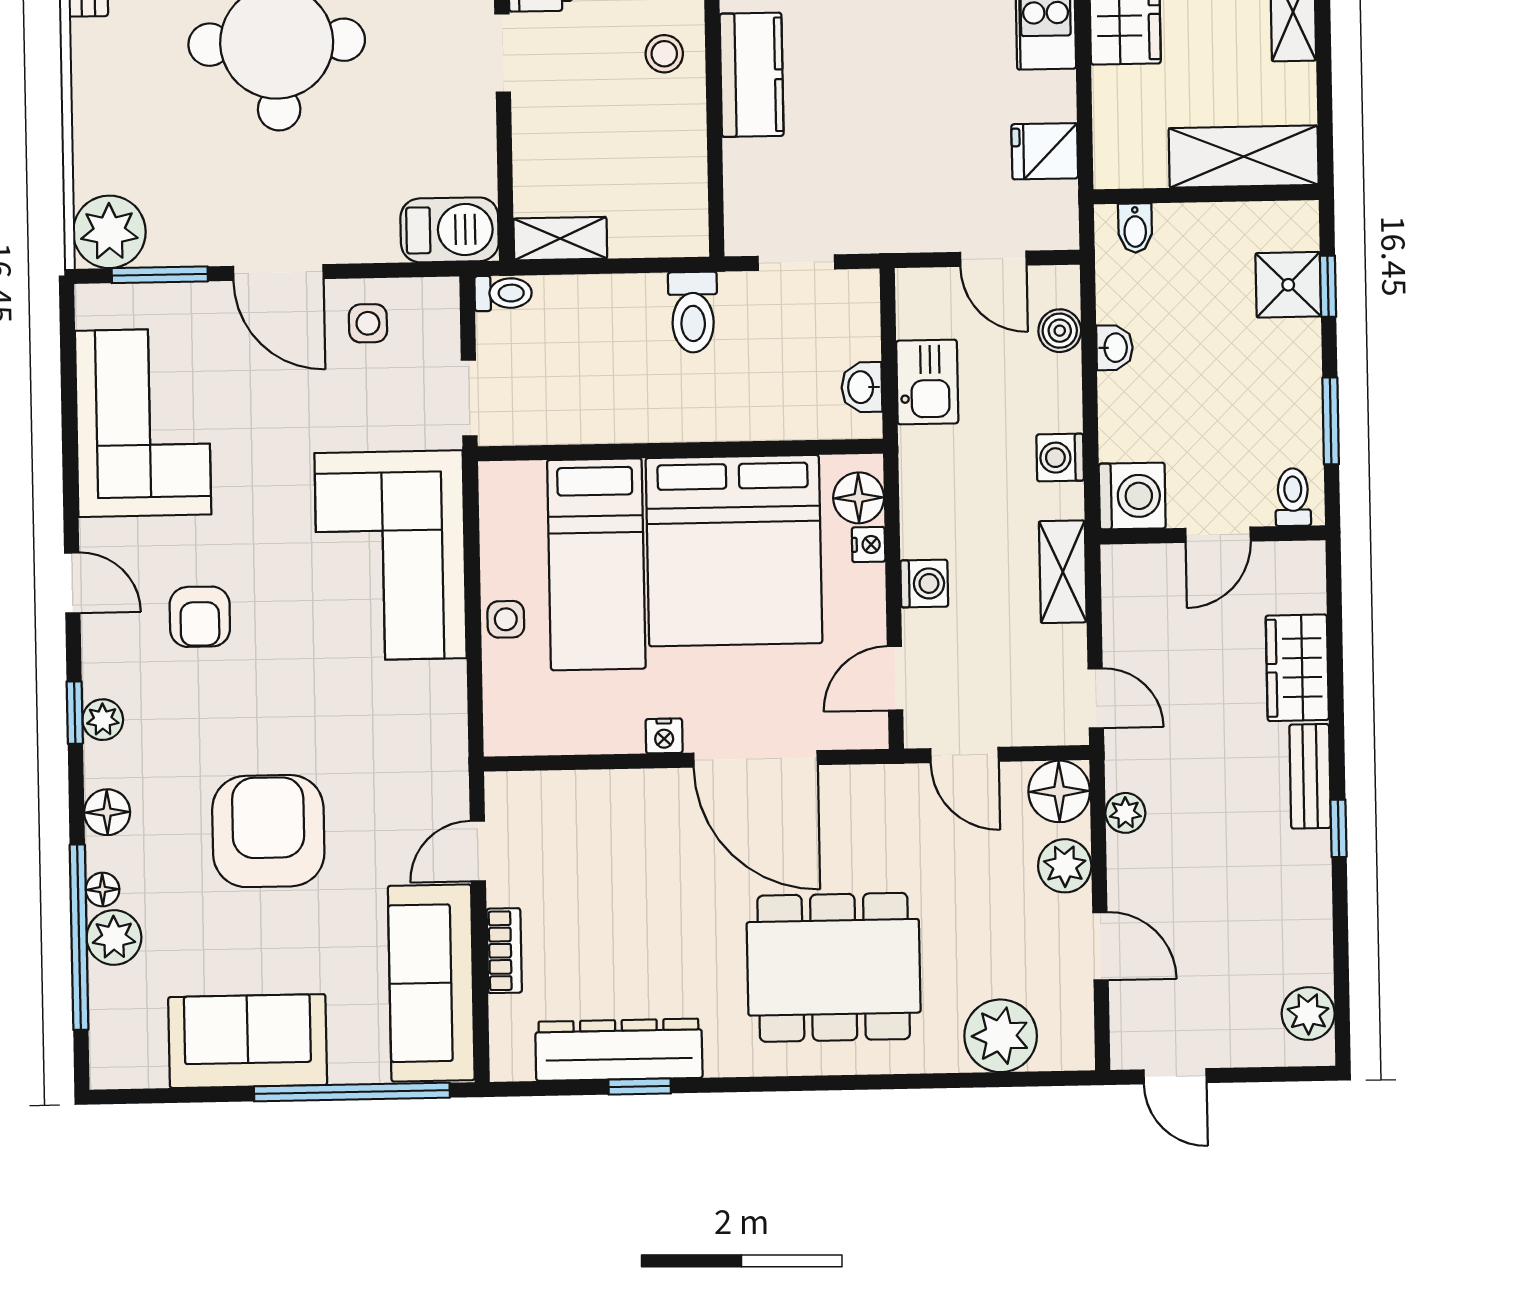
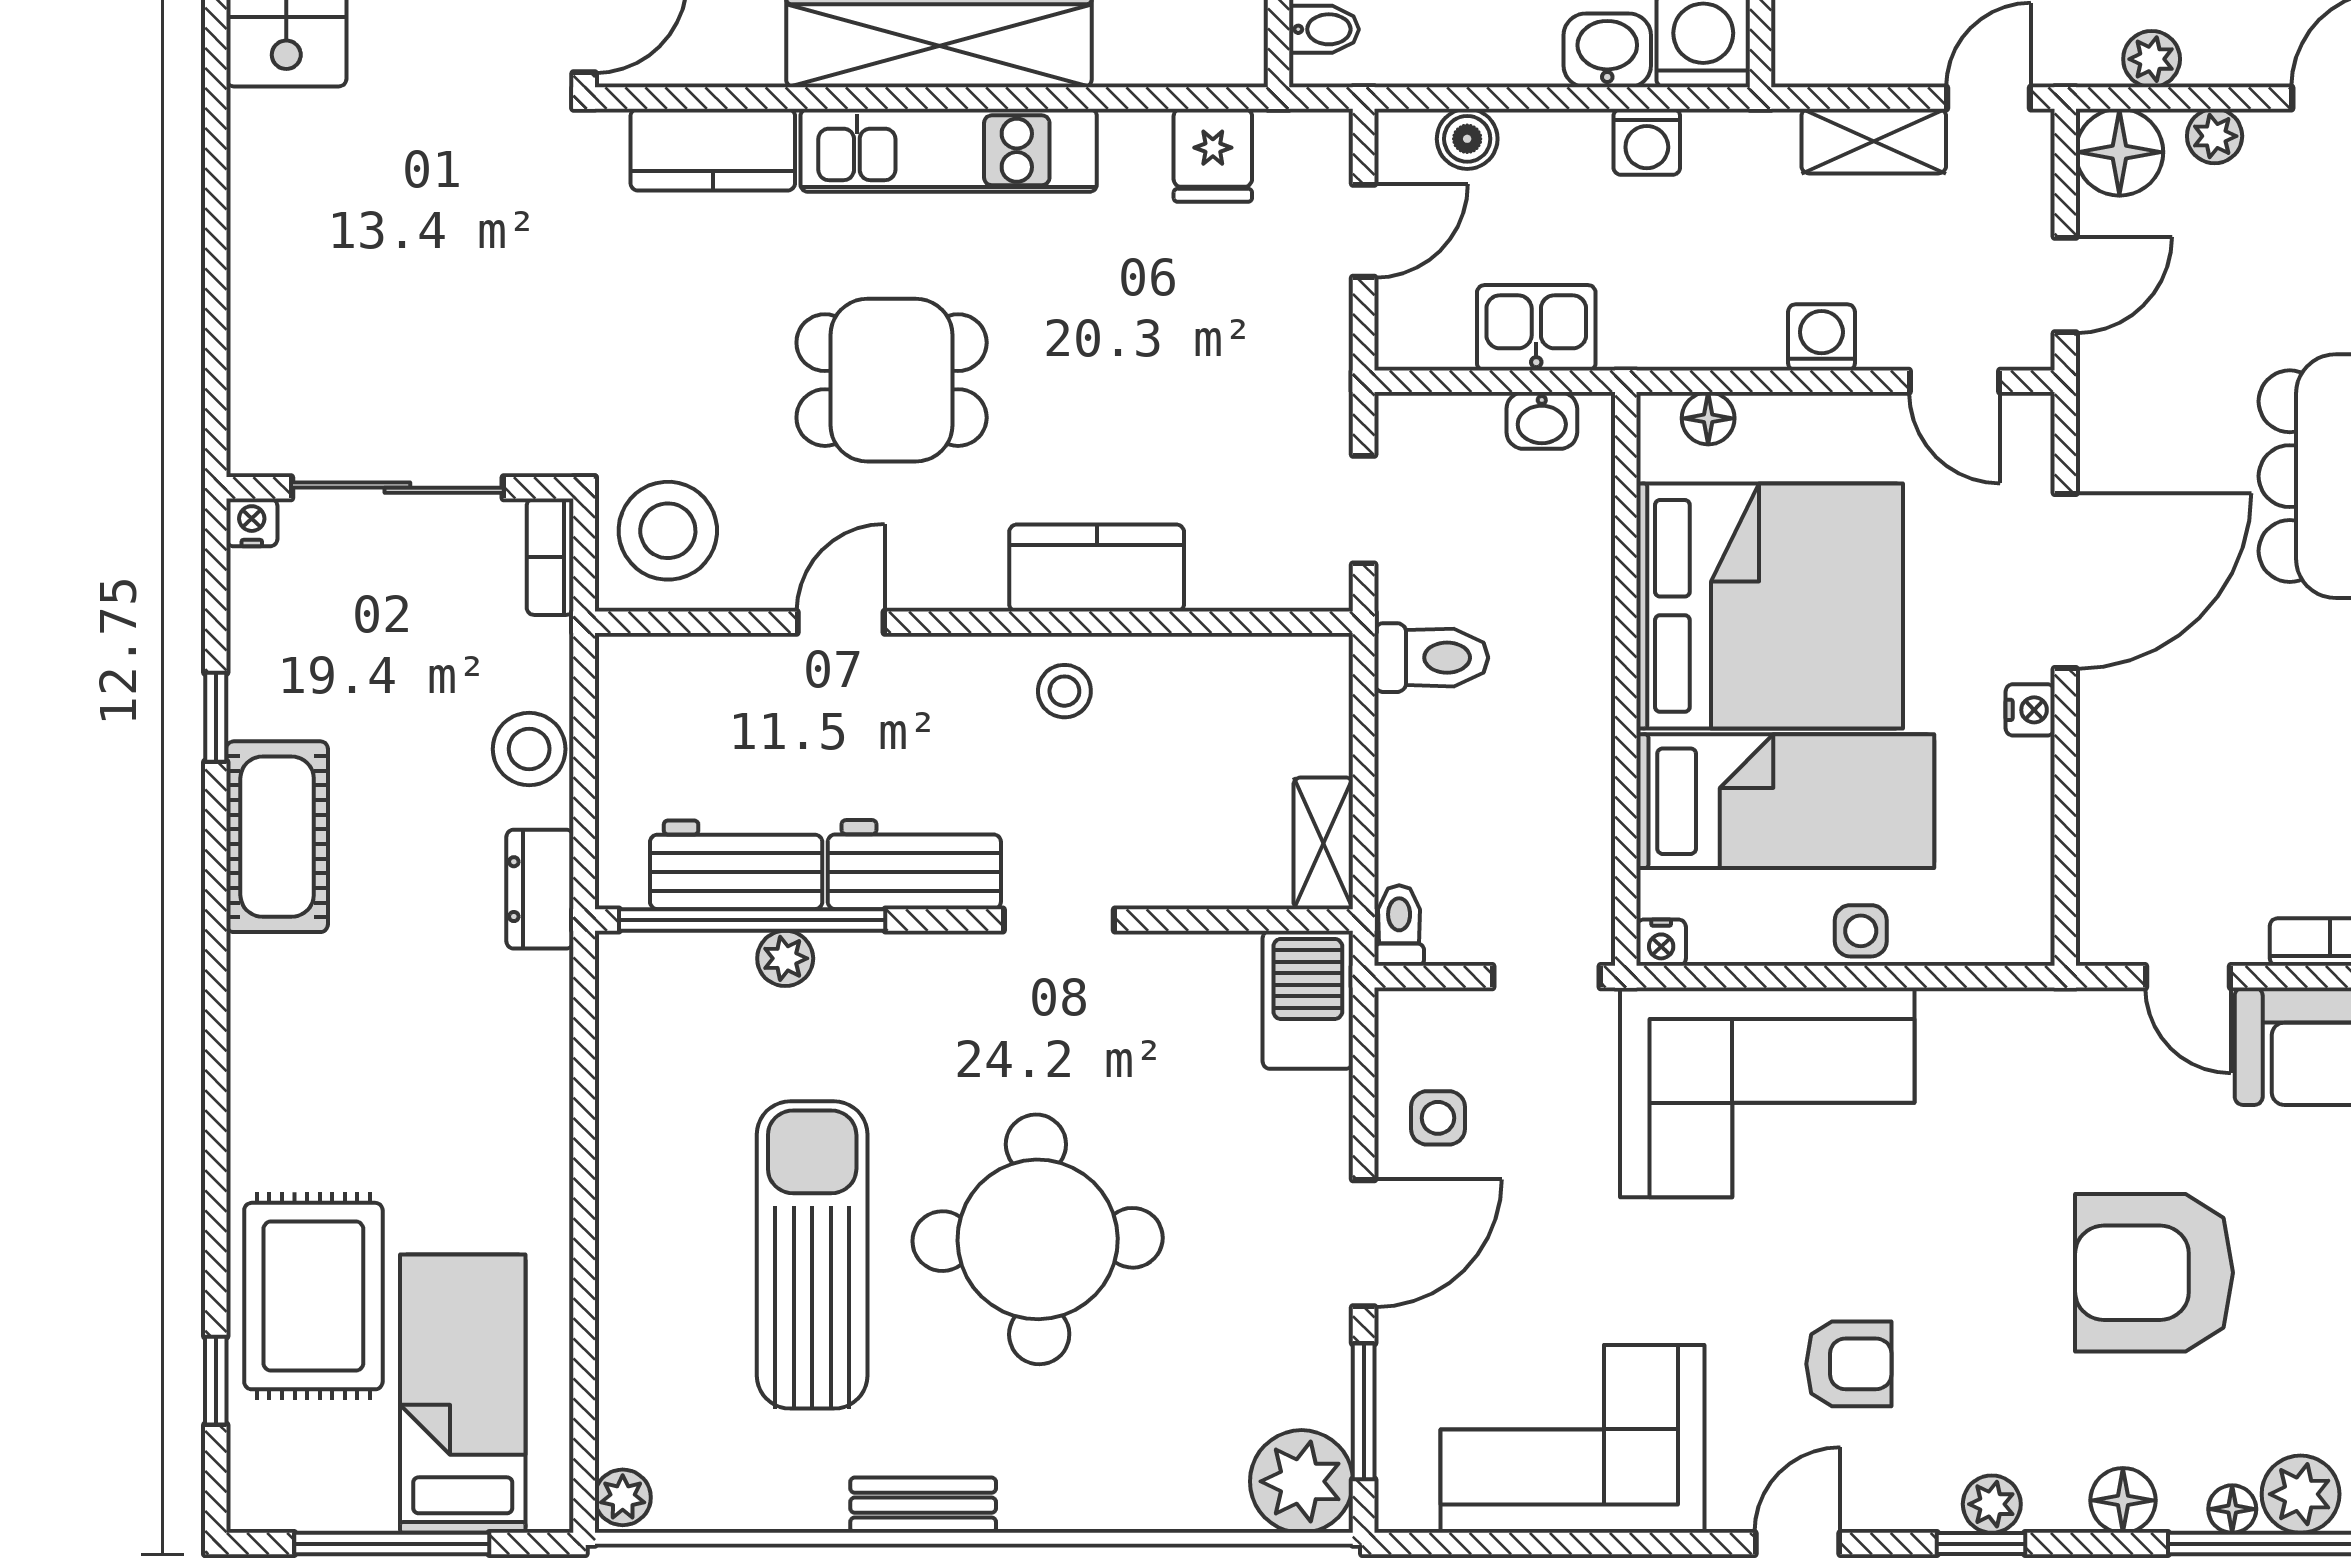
washbasin: (1115, 348) -> (1607, 50), moved, width x1.38, depth x1.45
floor lamp: (859, 498) -> (1708, 418), width x0.73, depth x0.73
nightstand: (869, 545) -> (1661, 943), moved, turned 180
shelving: (1063, 572) -> (1874, 141), moved
plant: (1065, 866) -> (2215, 136), width x0.73, depth x0.73

